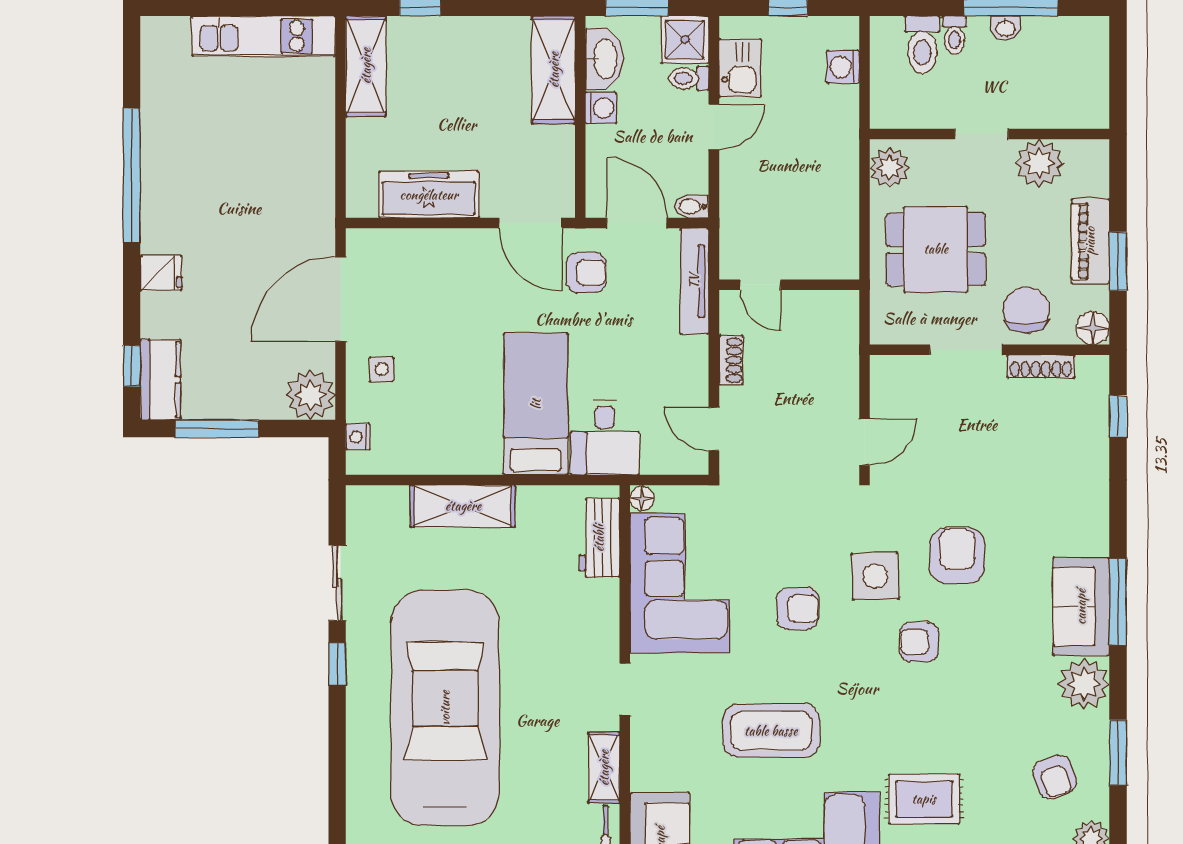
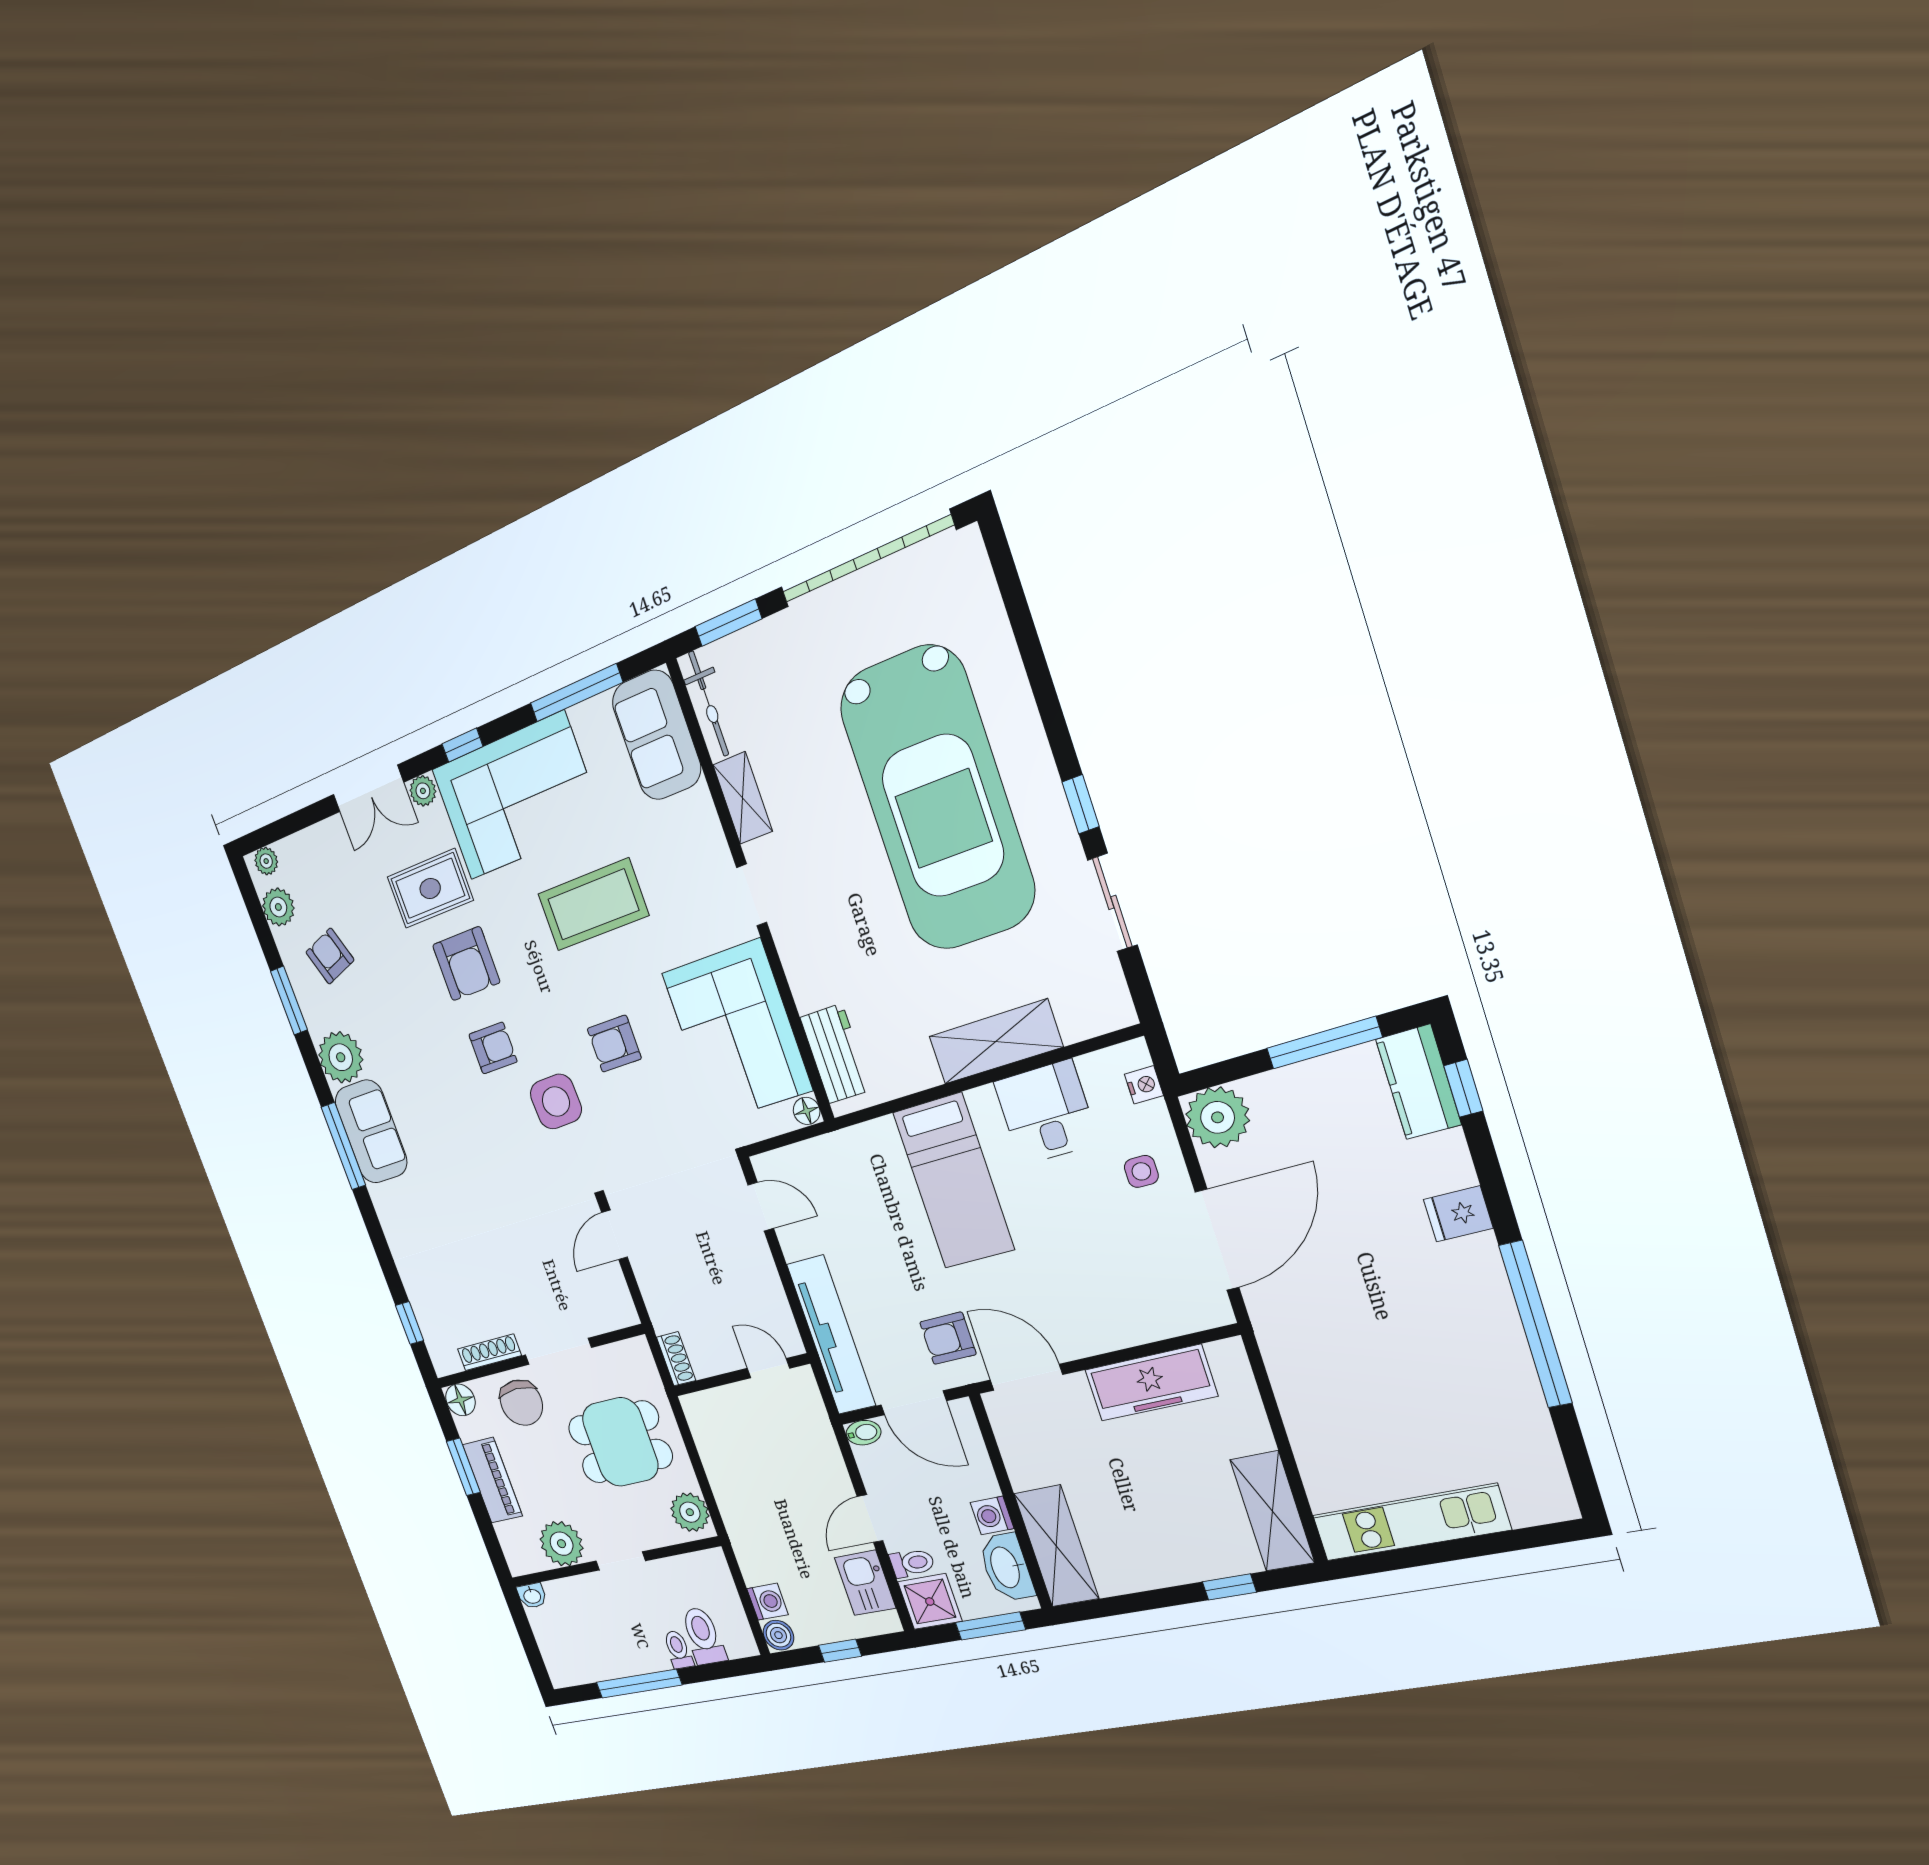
washbasin: (1005, 28) -> (532, 1596), moved, turned 180
boiler: (844, 32) -> (778, 1635), added
tv unit: (694, 281) -> (831, 1335), width x1.36, depth x1.29
shoe rack: (731, 360) -> (676, 1359), moved, turned 180
desk: (605, 438) -> (1046, 1113), moved
armchair: (957, 556) -> (466, 964), moved

